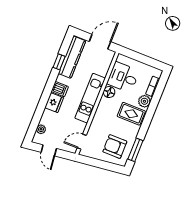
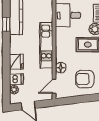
dishwasher: (60, 89) -> (16, 79), moved
floor lamp: (109, 92) -> (61, 68), moved

